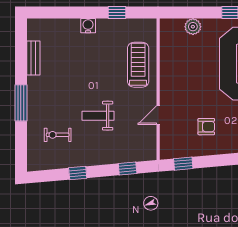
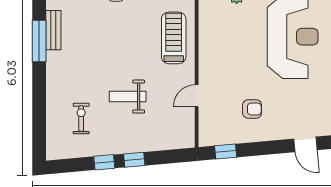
window: (21, 103) -> (39, 41), moved
exercise bike: (58, 135) -> (81, 119), turned 90
window: (128, 169) -> (134, 160), moved

